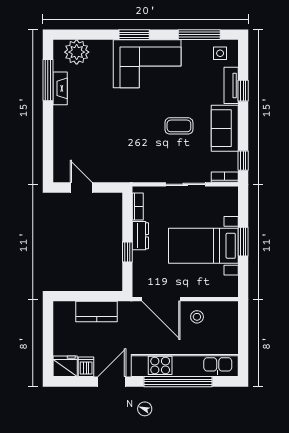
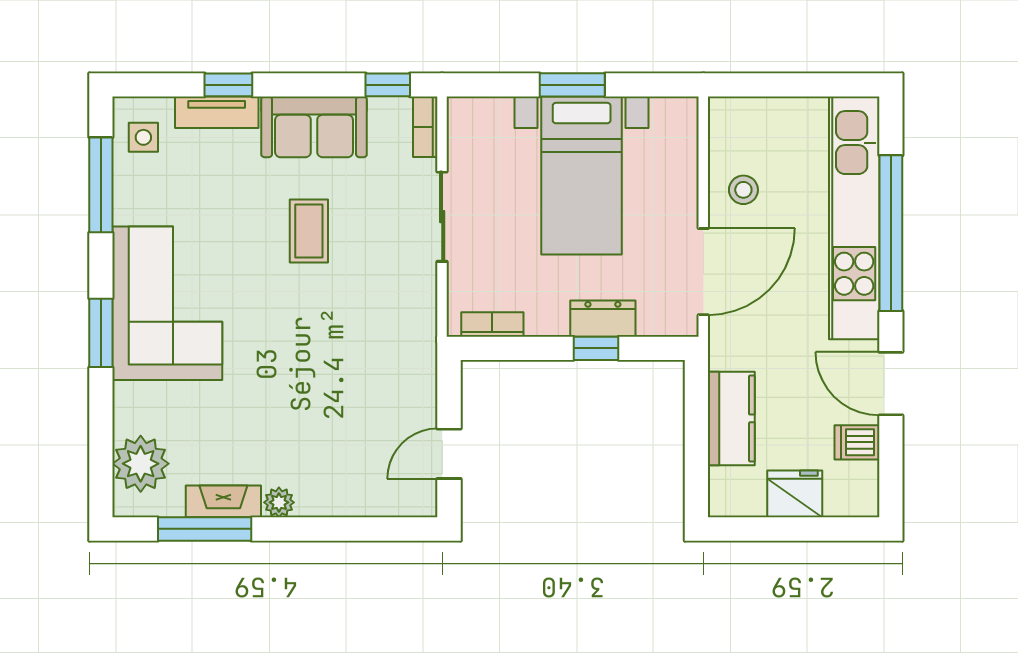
plant: (60, 113) -> (279, 502), added
dresser: (140, 236) -> (603, 319), moved
fridge: (65, 366) -> (795, 494), moved, turned 90

